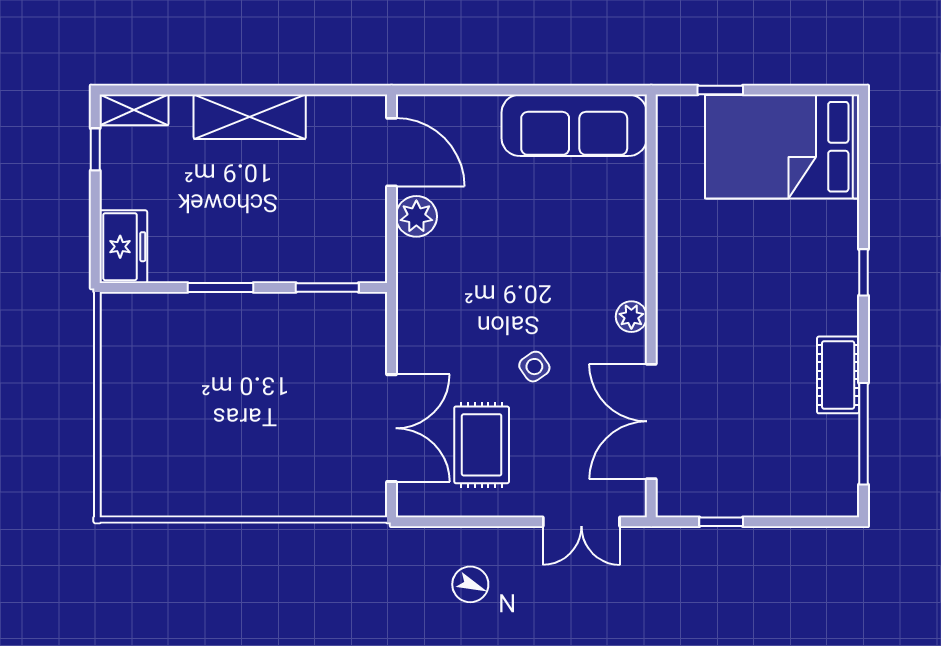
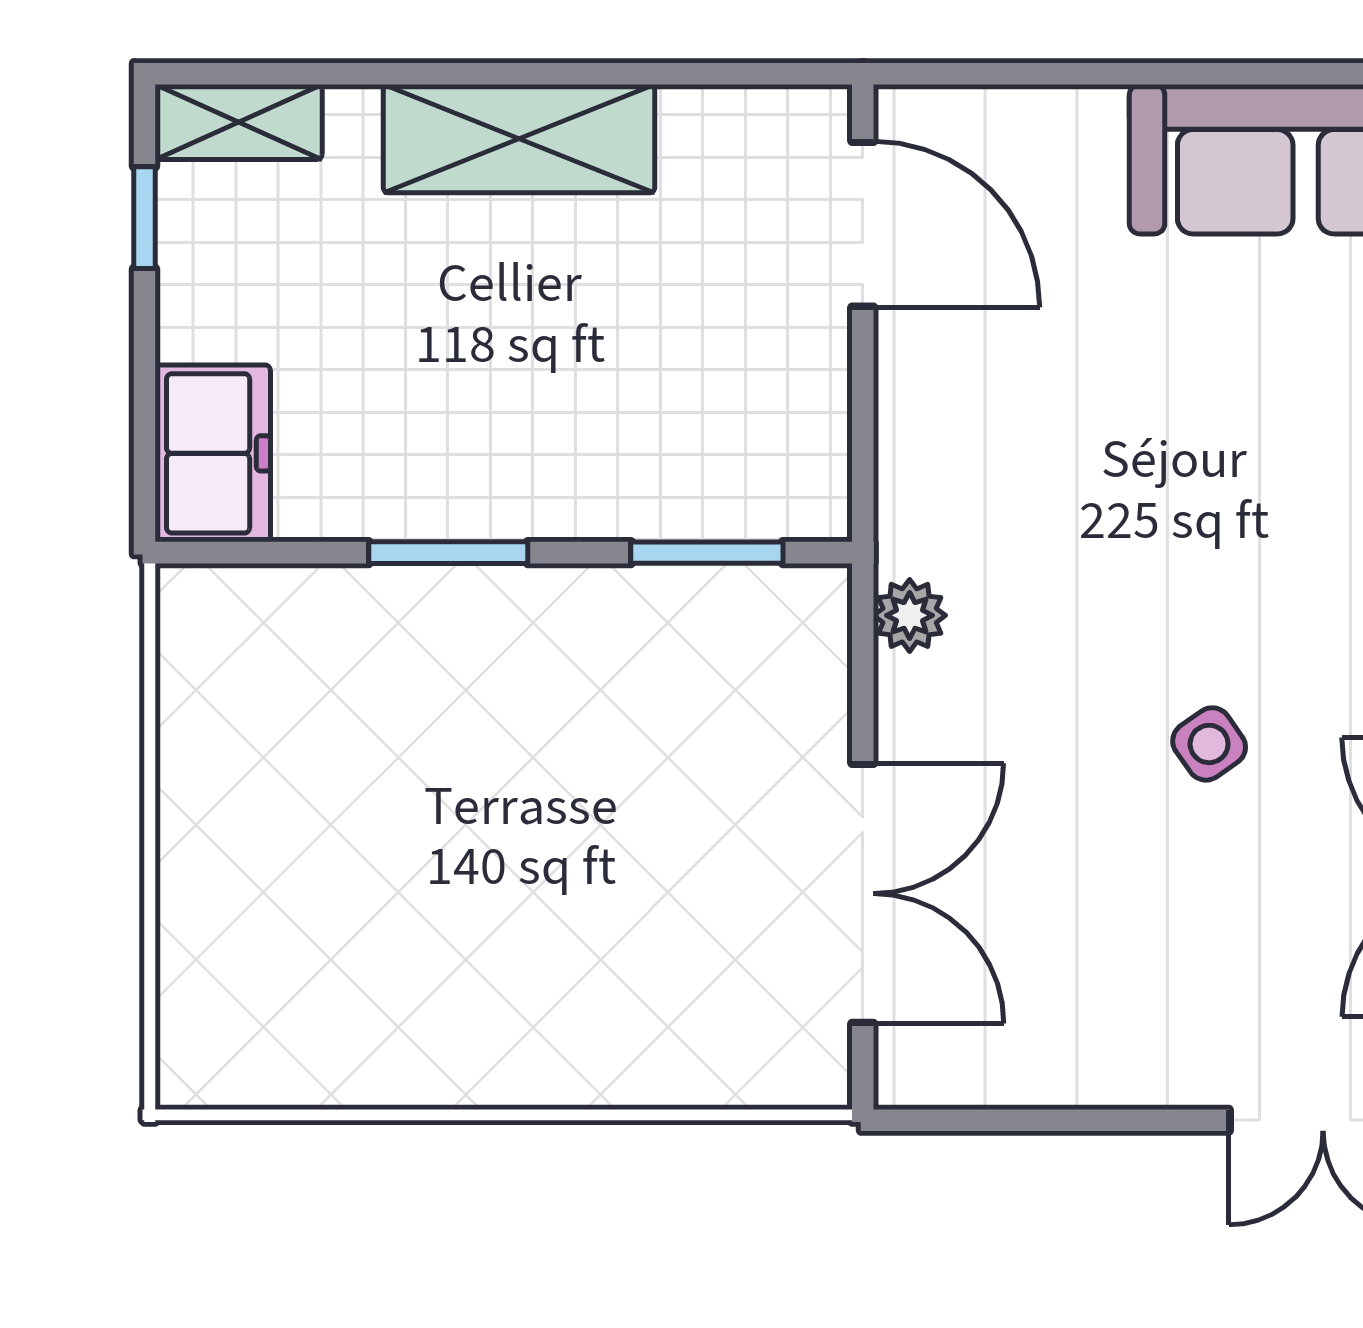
plant: (416, 216) -> (910, 615), moved, width x0.73, depth x0.73
rug: (482, 445) -> (1081, 934), removed

